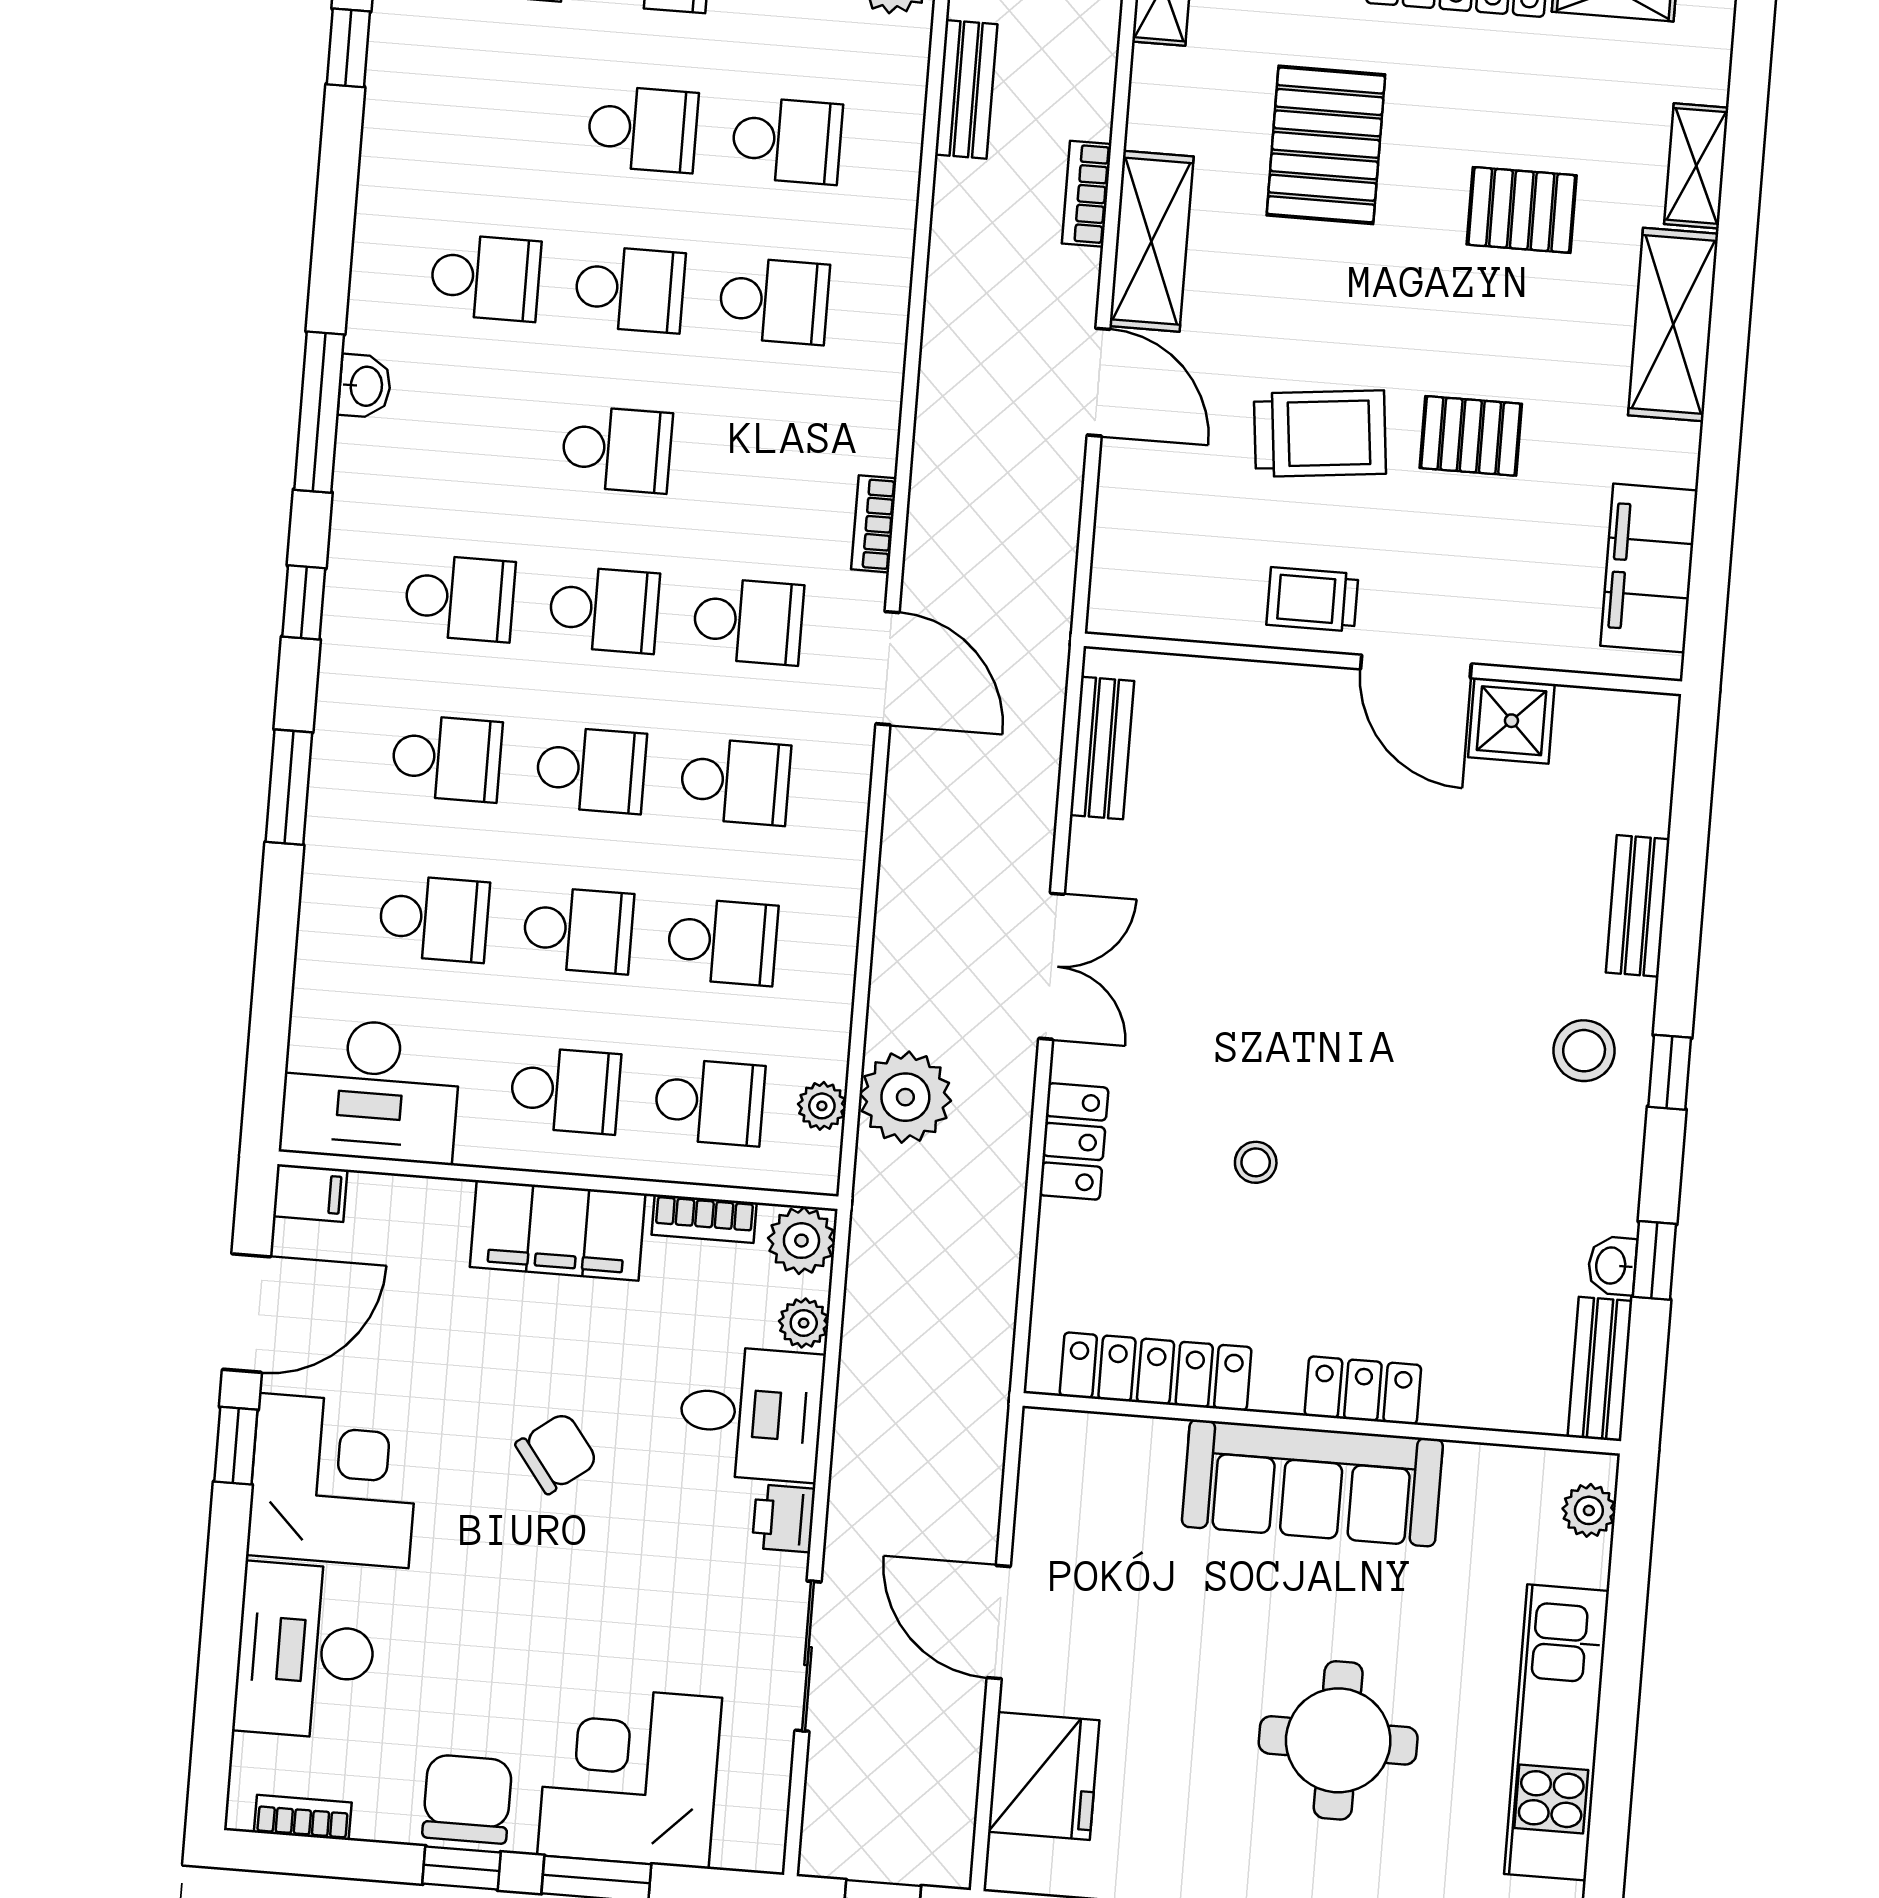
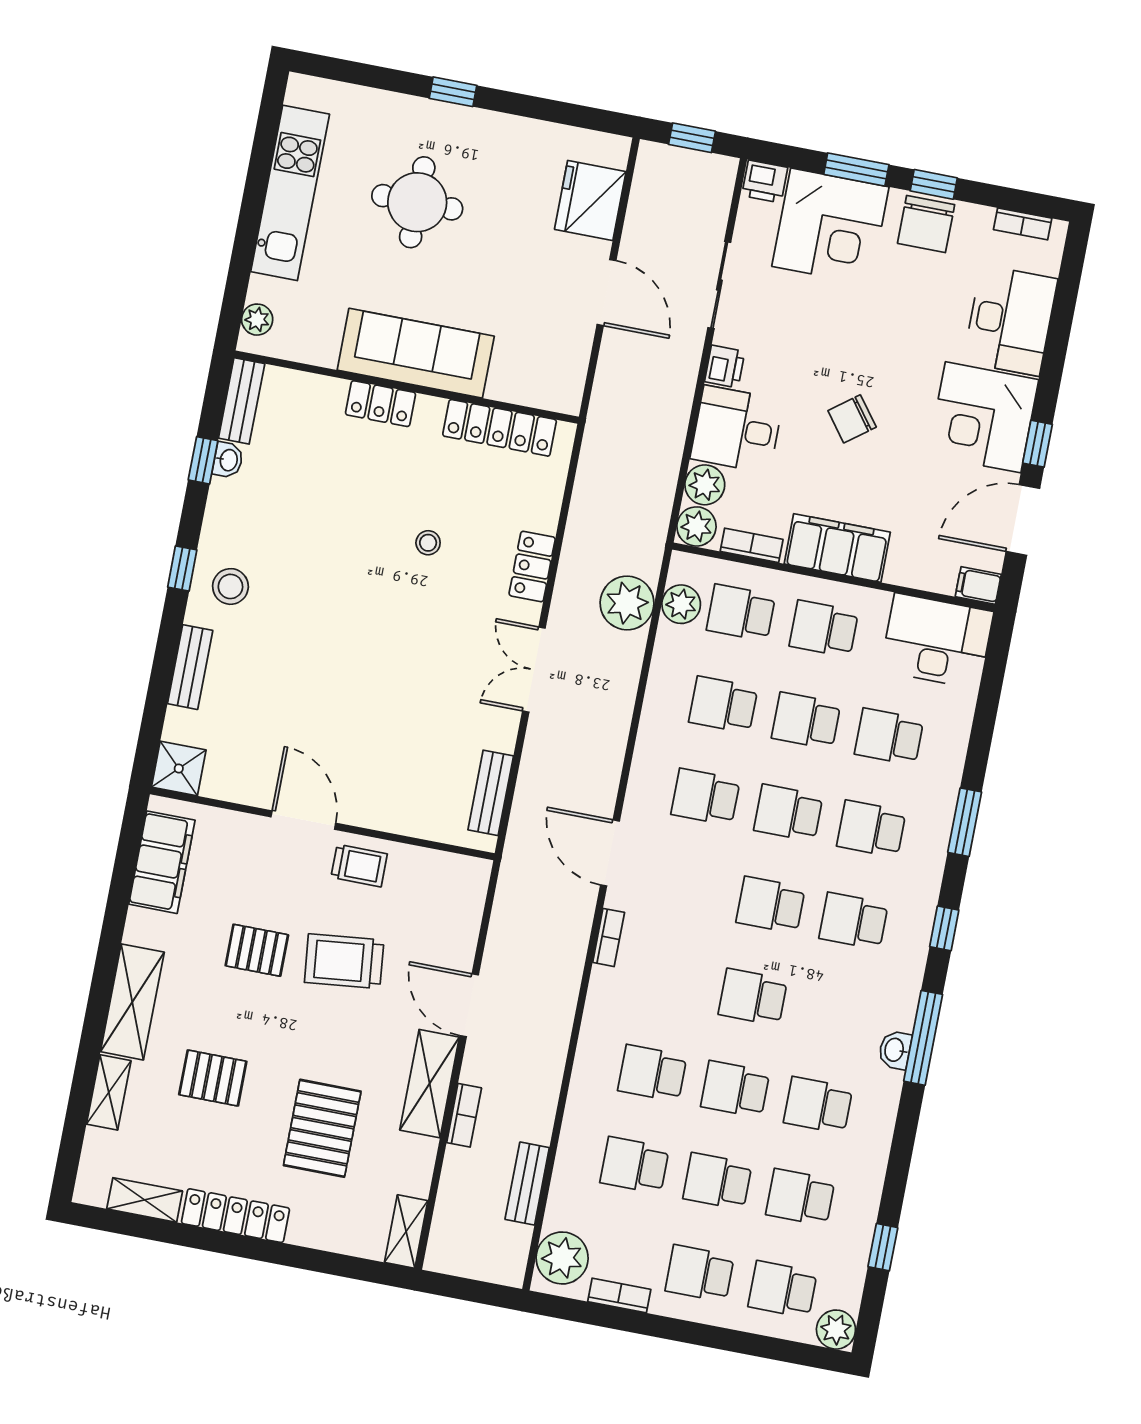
school desk: (748, 621) -> (800, 1197), moved
shower: (1511, 721) -> (179, 768), moved
plant: (822, 1106) -> (681, 604), width x1.38, depth x1.38
plant: (804, 1323) -> (705, 485), width x1.38, depth x1.38
printer: (750, 1841) -> (765, 182), added

